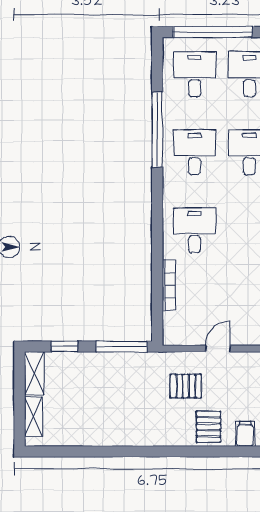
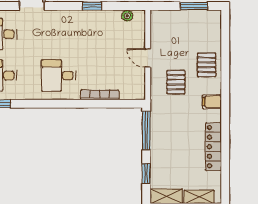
pallet: (209, 427) -> (207, 65), turned 90
filing cabinet: (245, 434) -> (212, 102), moved
locker: (100, 436) -> (213, 147), added

